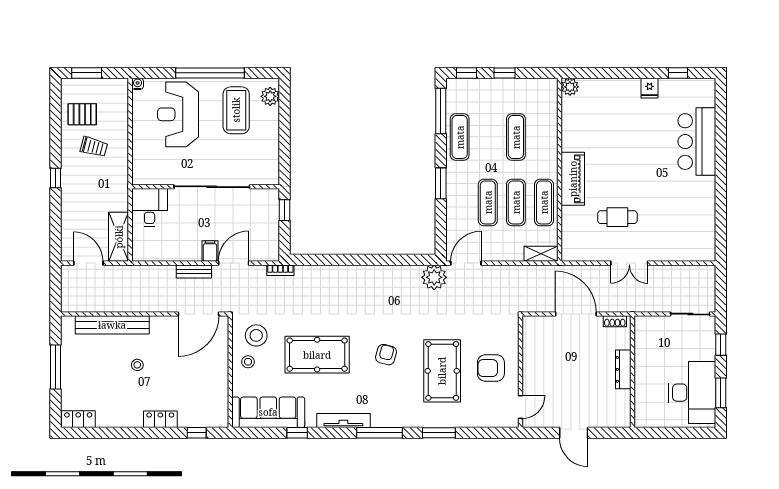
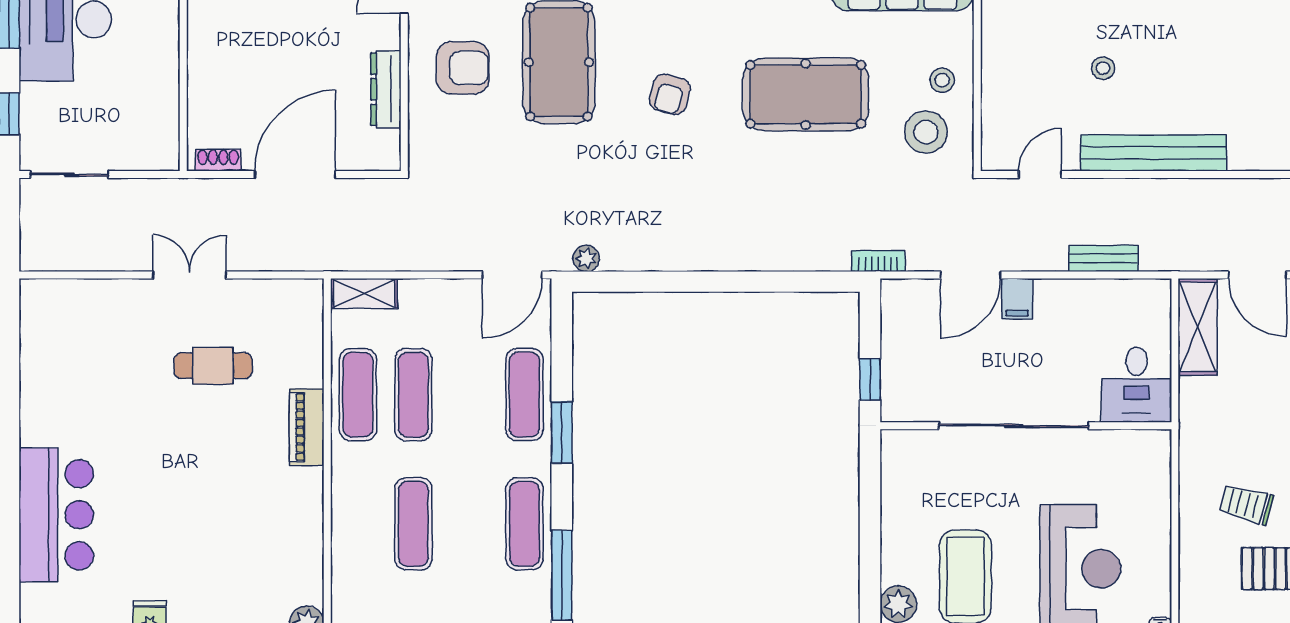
piano: (573, 179) -> (307, 427), width x0.73, depth x0.75
exercise mat: (488, 202) -> (524, 395), moved
bench: (194, 271) -> (1103, 258), moved
plant: (434, 277) -> (586, 258), width x0.53, depth x0.53
door: (199, 314) -> (1040, 174), width x0.53
door: (576, 314) -> (295, 174), swing flipped
bench: (112, 325) -> (1153, 153), moved
stool: (137, 365) -> (1103, 68), moved
dresser: (623, 369) -> (386, 89), moved, turned 180

